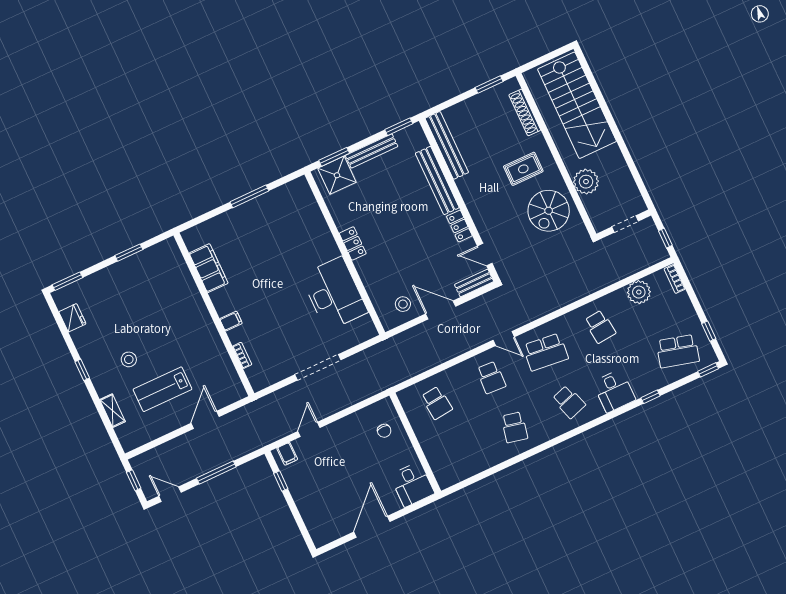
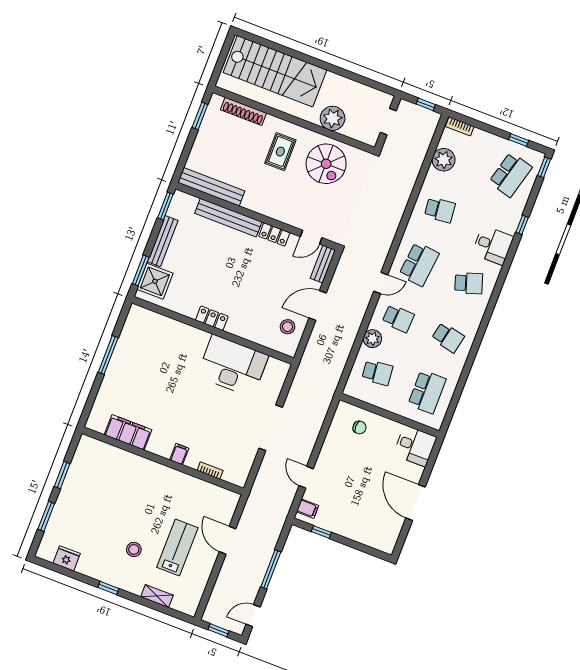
window: (67, 281) -> (46, 516), moved
plant: (458, 374) -> (372, 339), added
lab bench: (162, 389) -> (177, 548), turned 180
school desk: (460, 453) -> (427, 392), added

